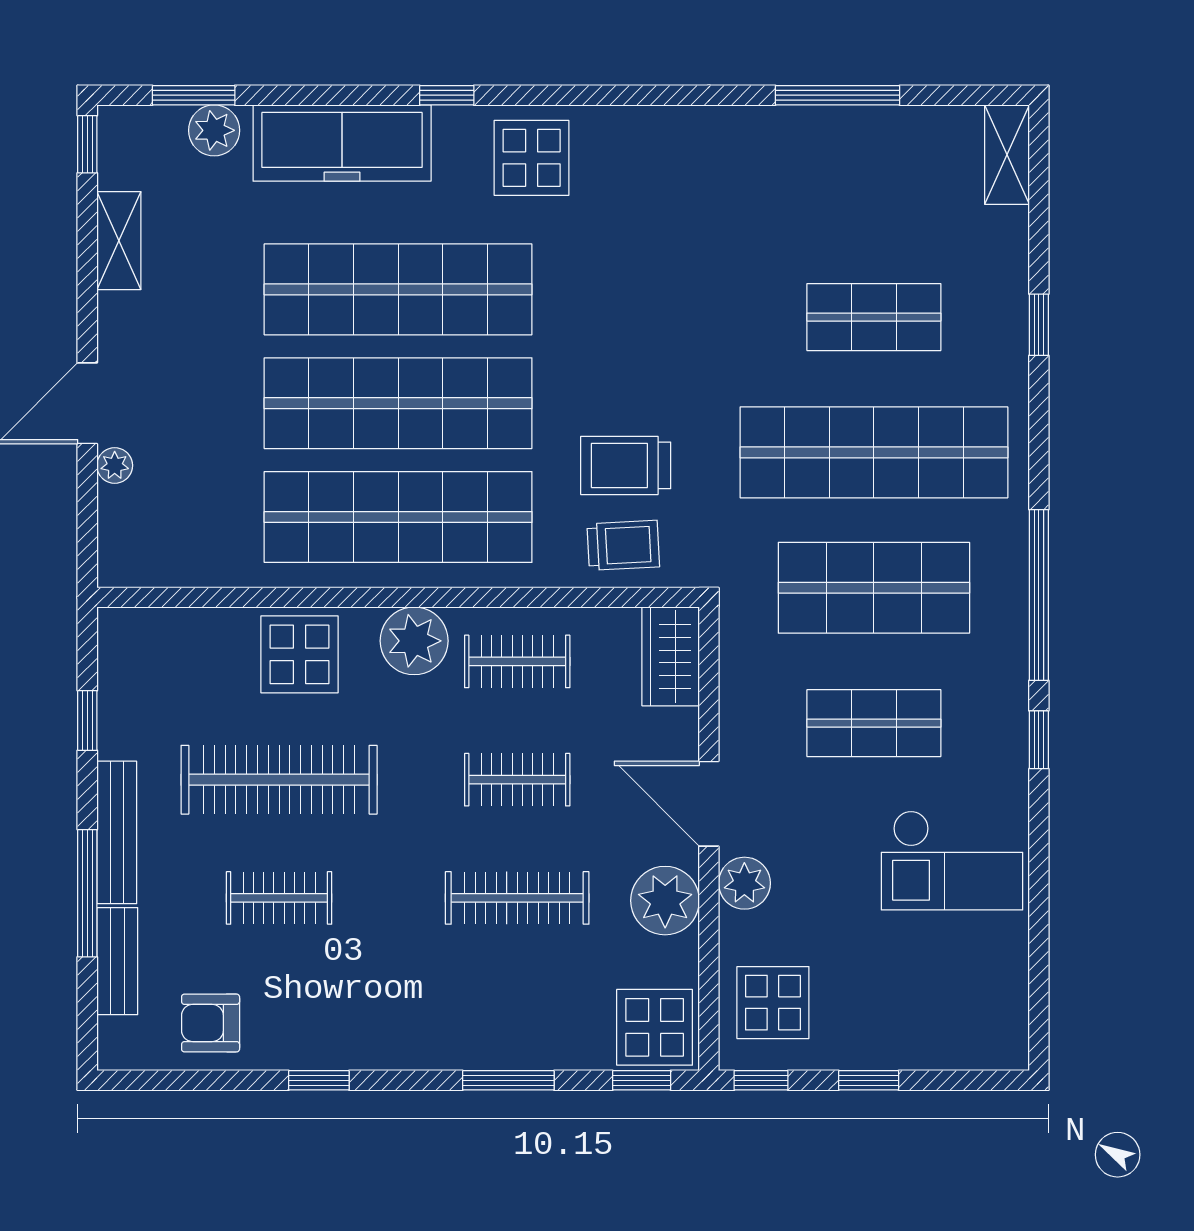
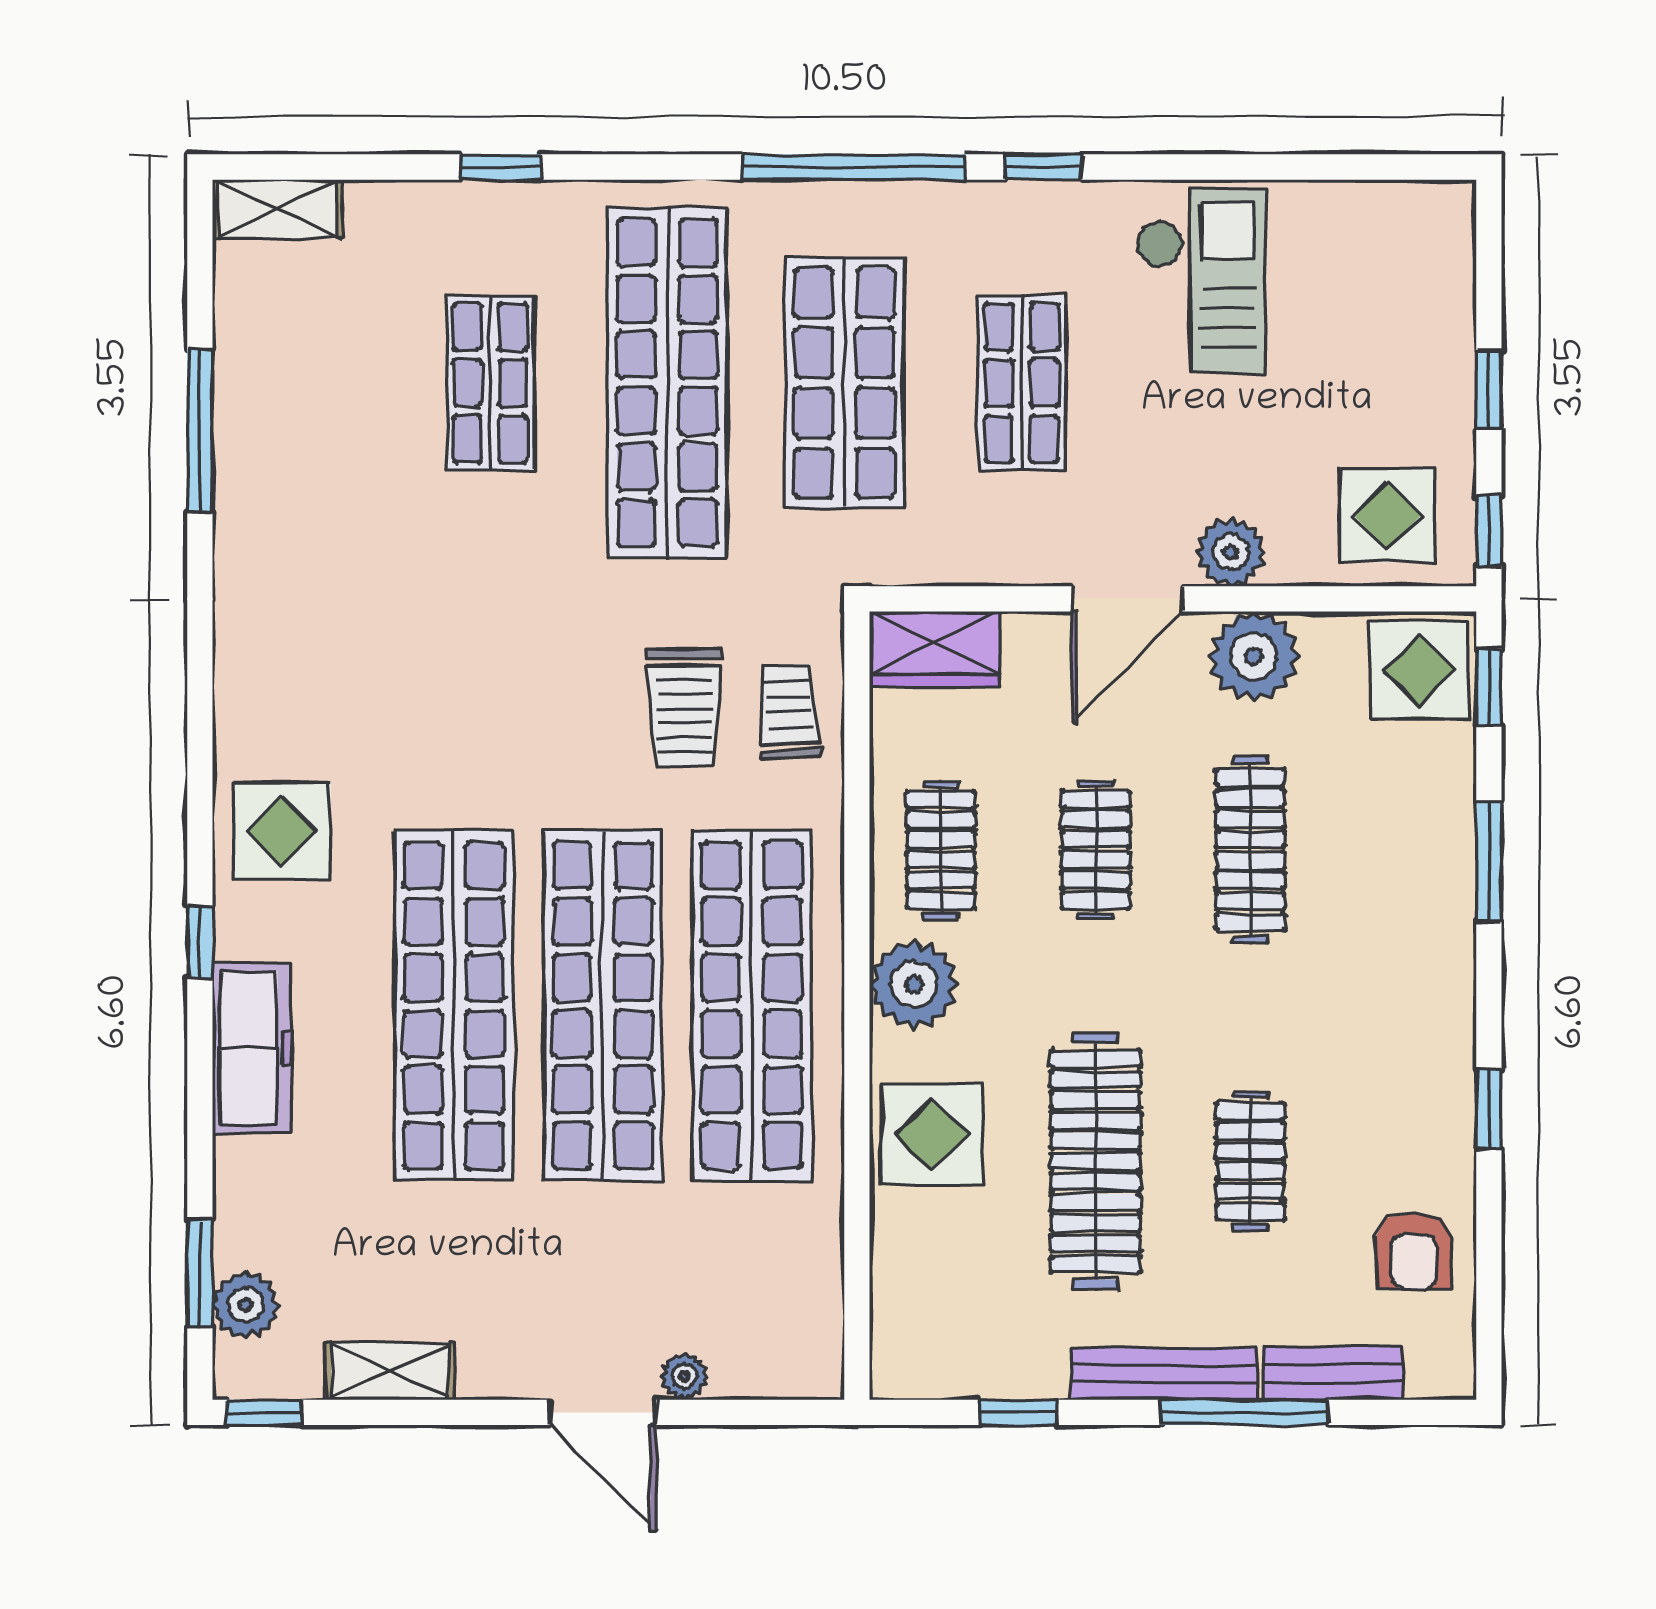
plant: (214, 130) -> (246, 1305), moved
freezer: (342, 143) -> (252, 1048), width x0.73, depth x0.79

